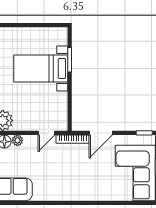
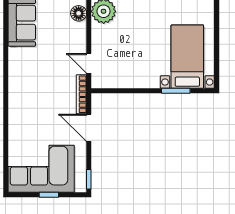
bed with nightstands: (41, 69) -> (187, 57), moved
plant: (17, 140) -> (80, 29), removed

